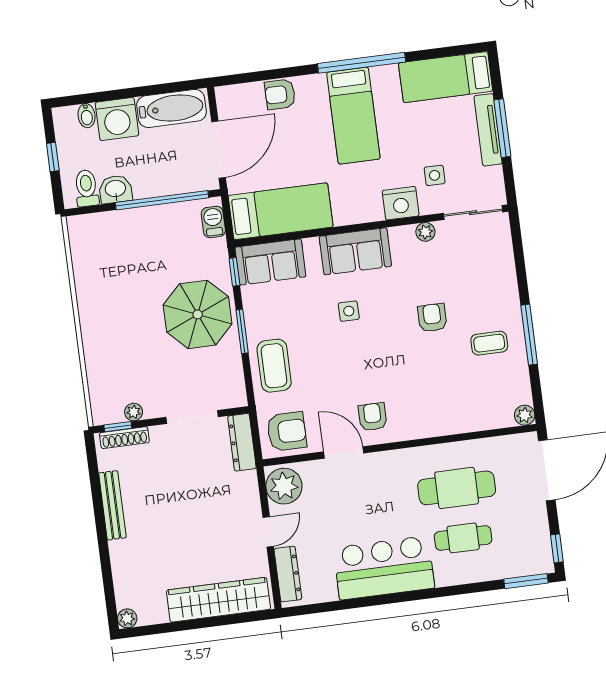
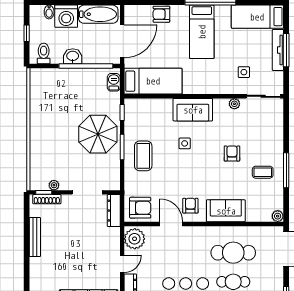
washbasin: (115, 189) -> (73, 56), moved
nightstand: (401, 203) -> (222, 85), removed
sofa: (270, 262) -> (226, 211), moved, turned 180
coffee table: (274, 366) -> (143, 156), moved

